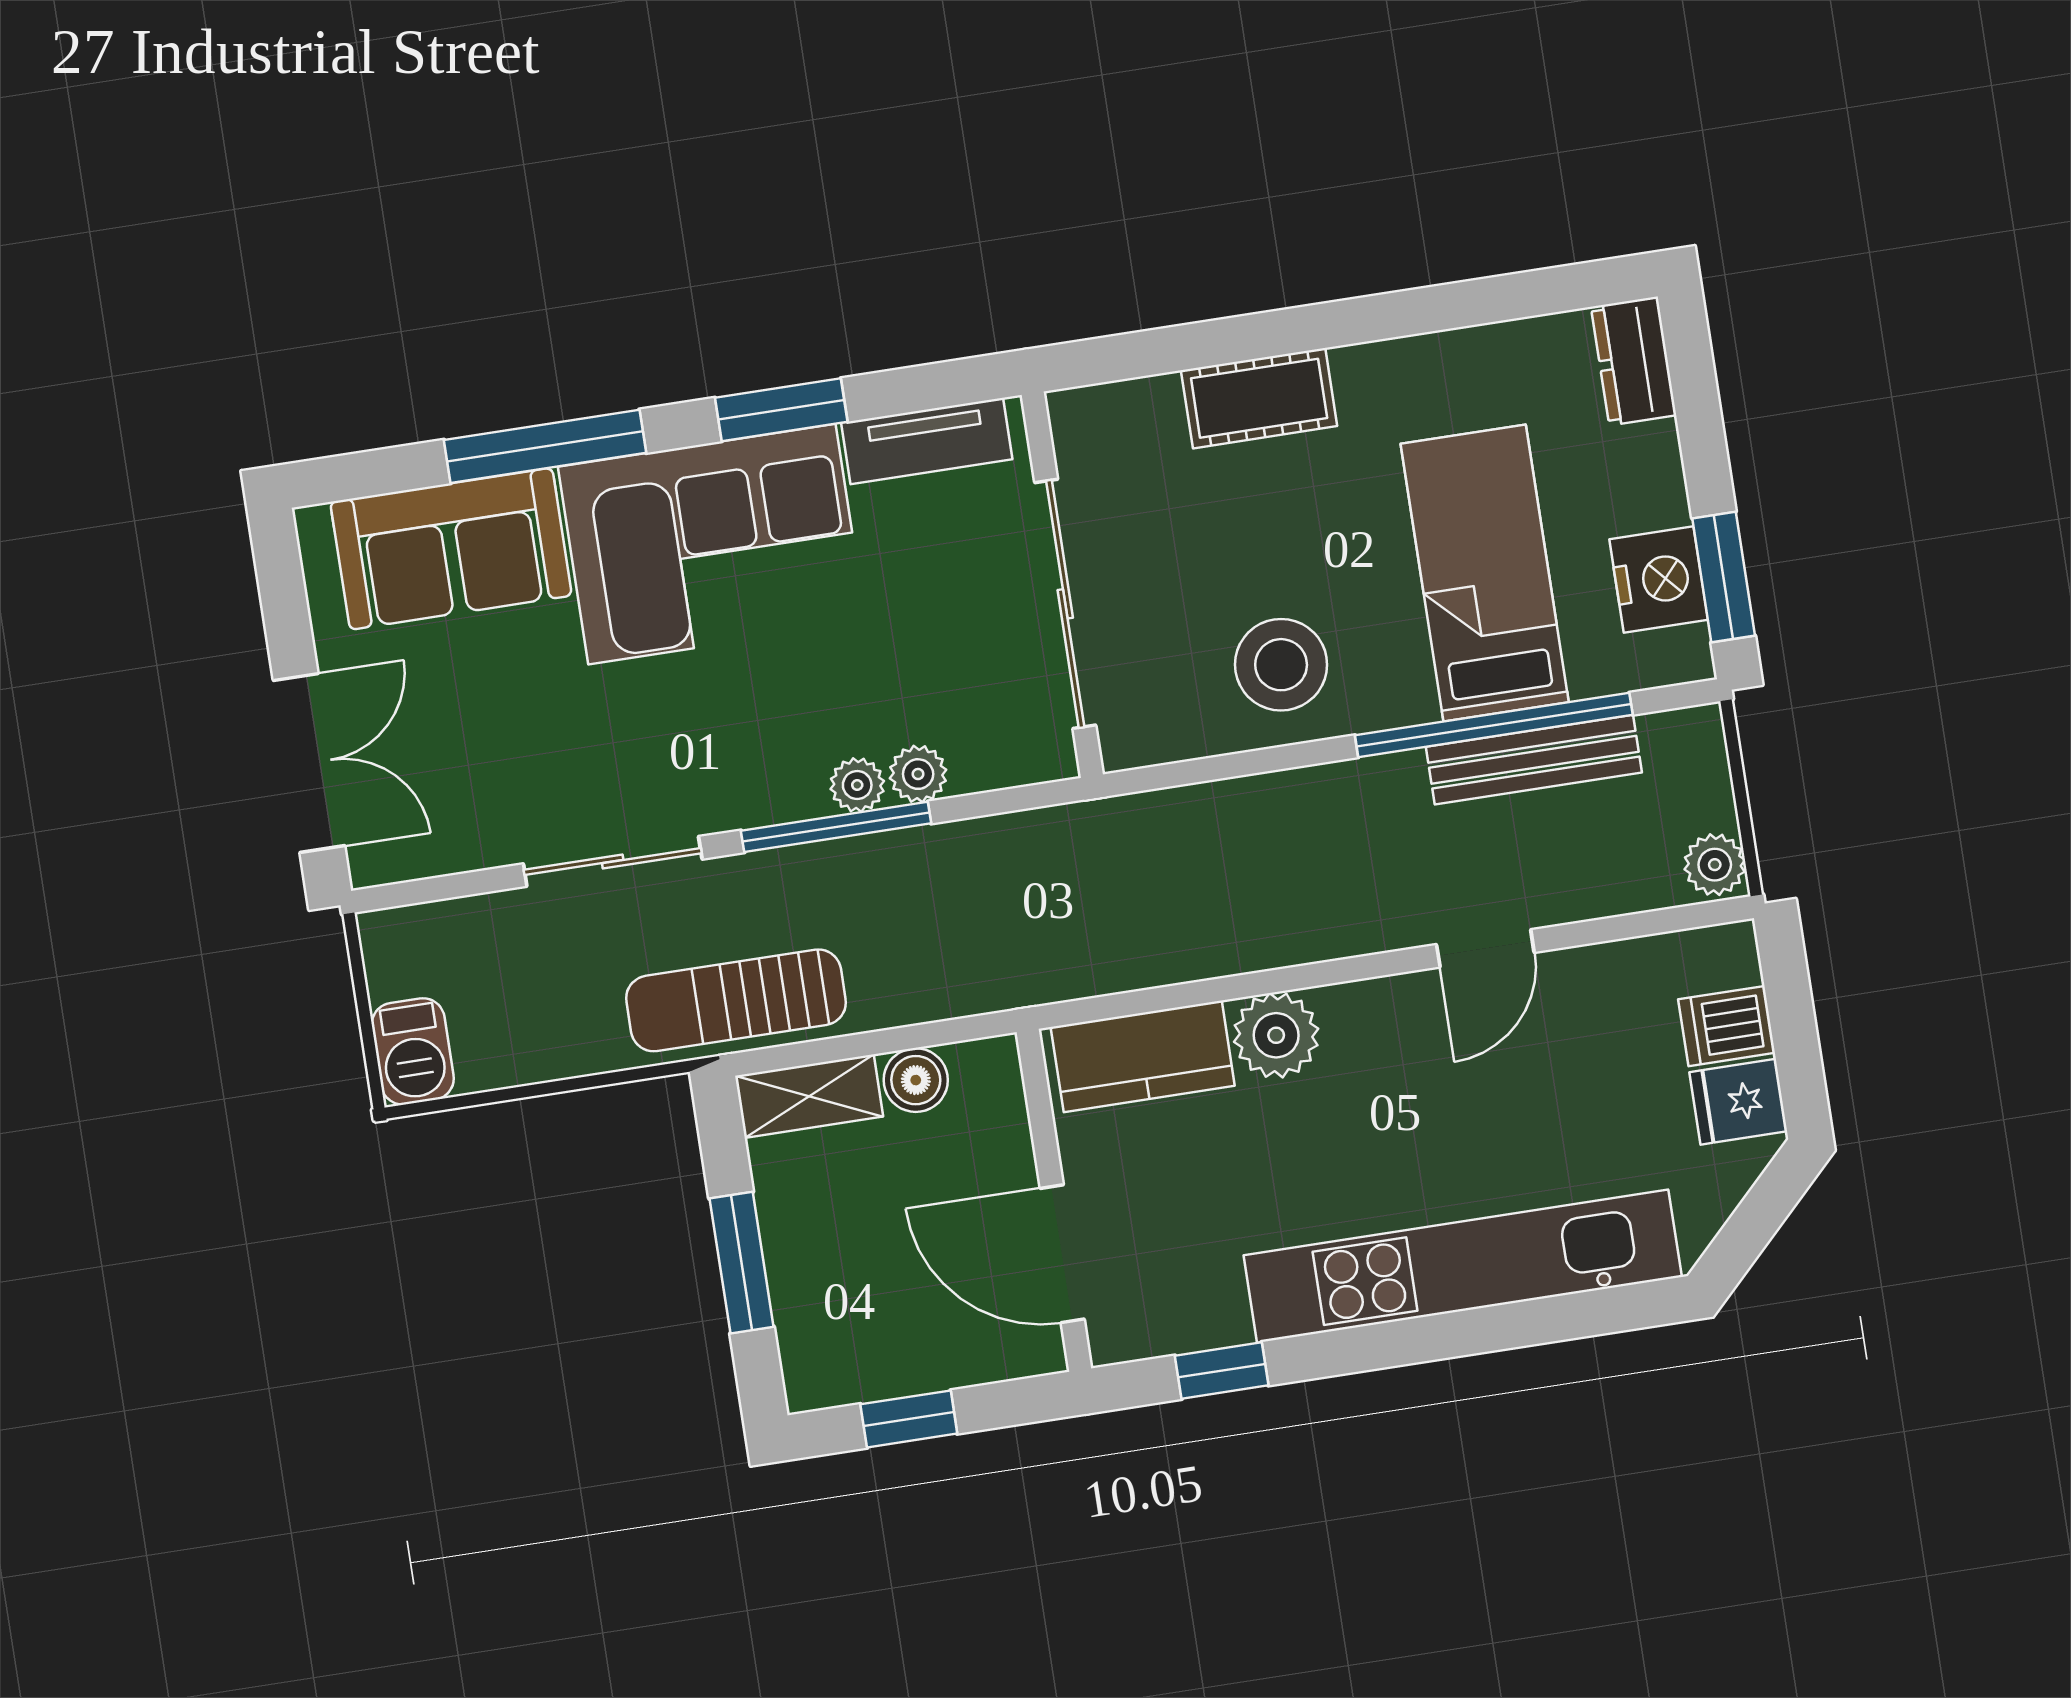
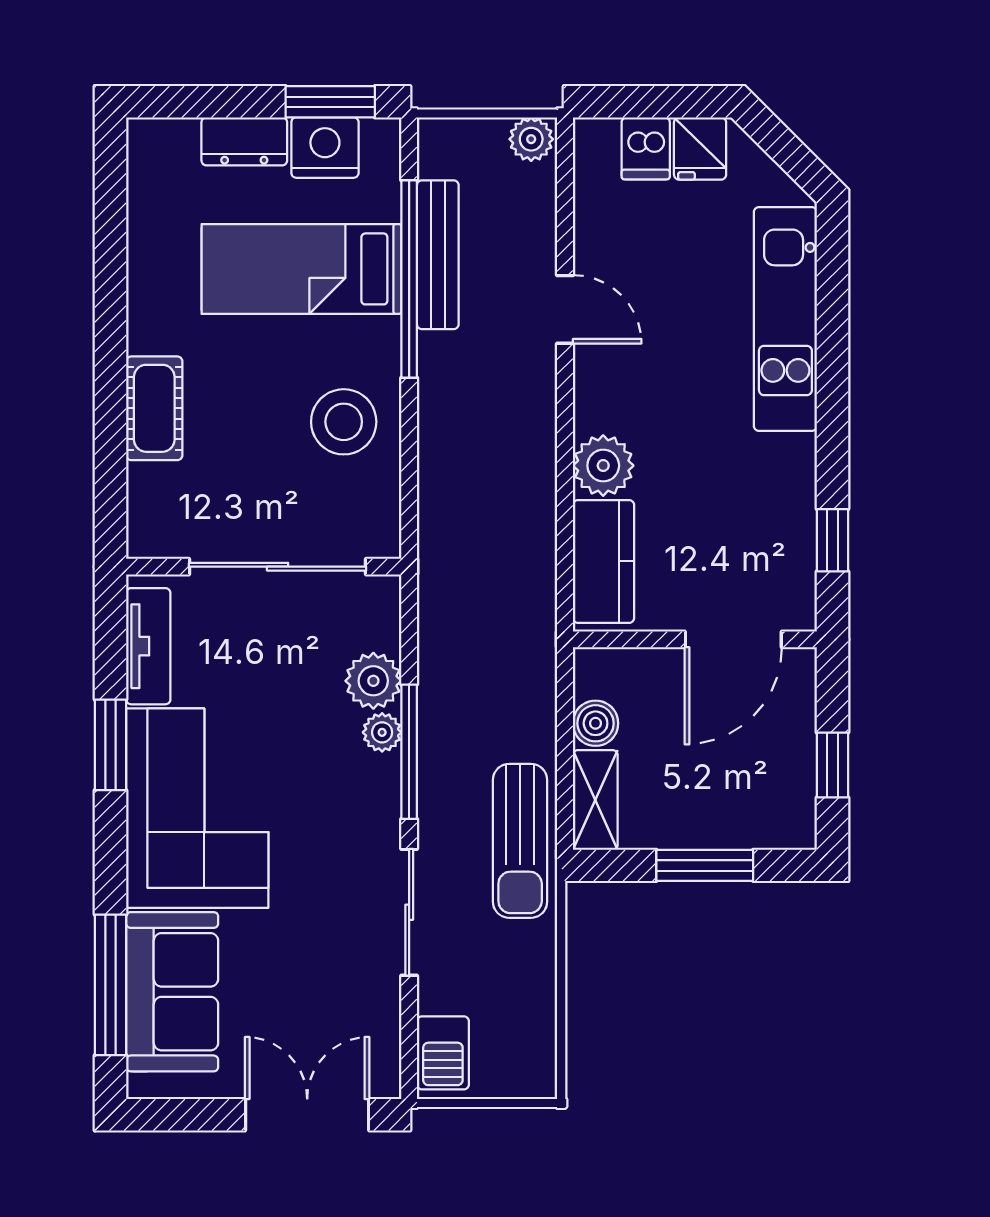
dresser: (1634, 361) -> (244, 141), moved
window: (545, 446) -> (110, 985), moved
plant: (918, 774) -> (373, 681), width x1.38, depth x1.38
barbecue: (413, 1051) -> (443, 1053), moved, turned 90
kitchen unit: (1463, 1266) -> (785, 319), width x0.73

